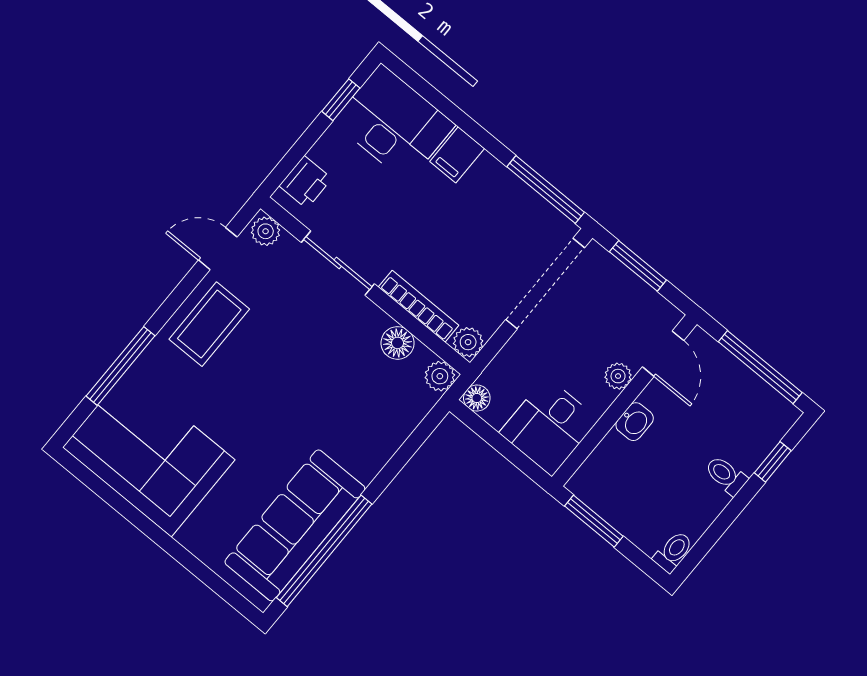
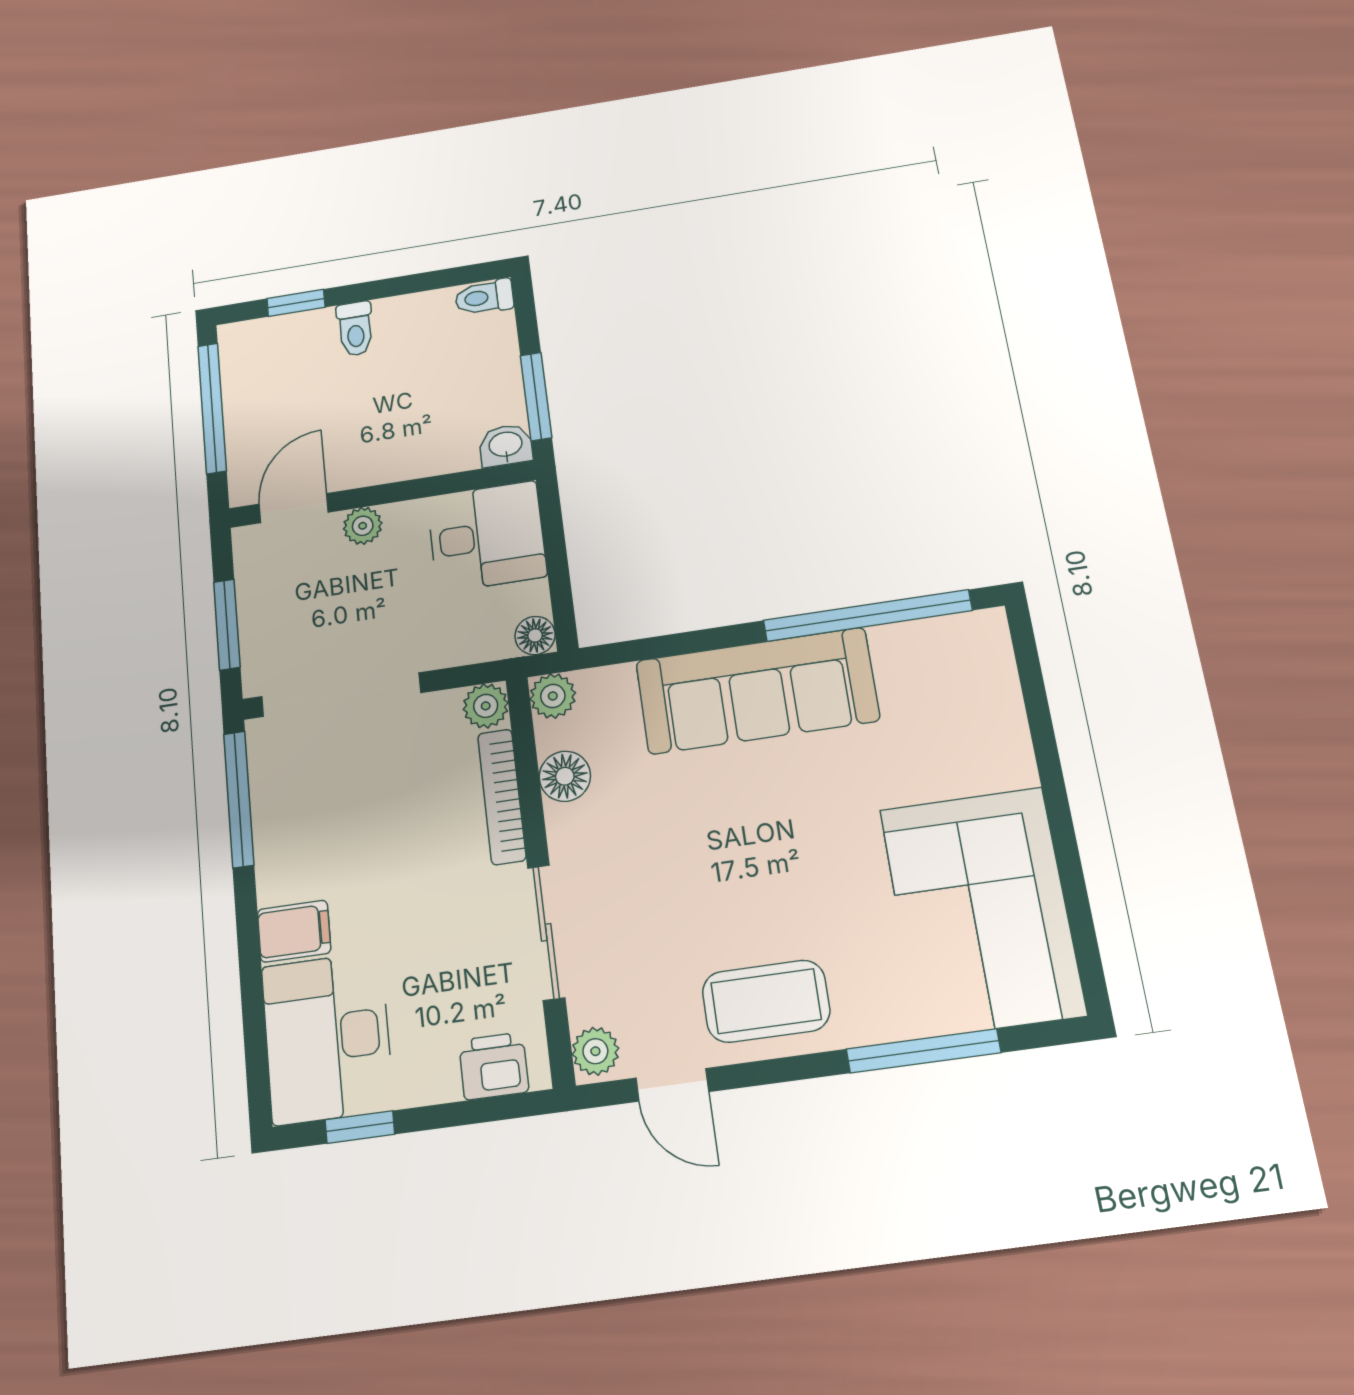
washbasin: (635, 422) -> (506, 445), moved
sofa: (295, 525) -> (757, 691), moved

